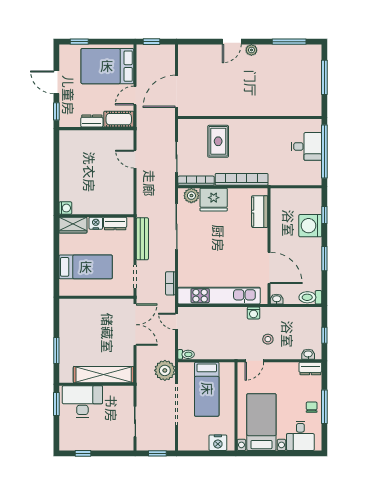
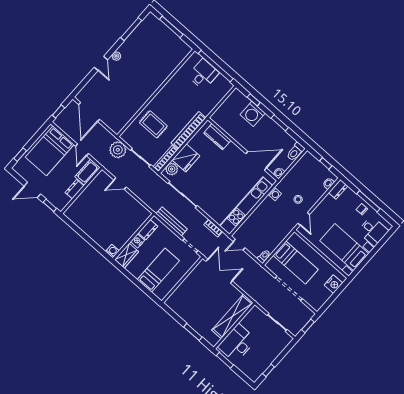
door: (177, 91) -> (89, 112), moved
plant: (165, 370) -> (118, 150), moved

